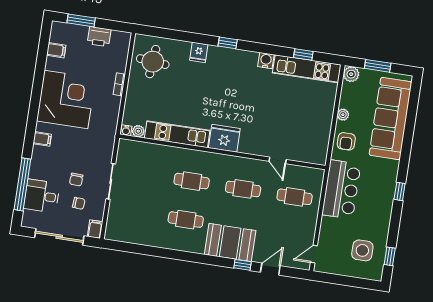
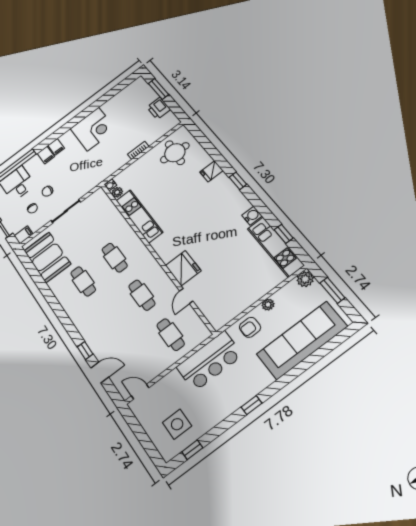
filing cabinet: (56, 50) -> (46, 155), moved
corner desk: (66, 100) -> (93, 129), width x0.74, depth x0.74
fridge: (224, 138) -> (183, 268), moved
booth: (230, 242) -> (47, 257), moved

